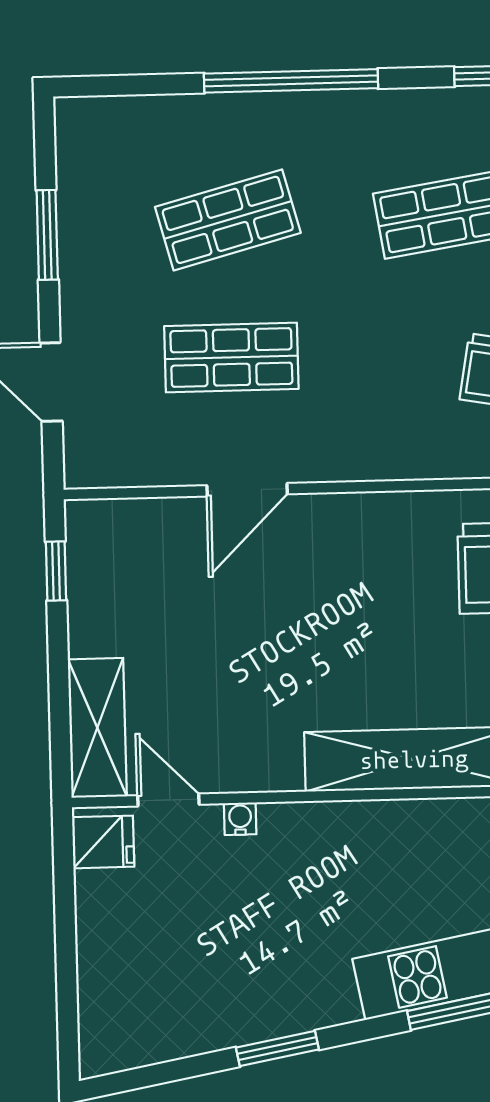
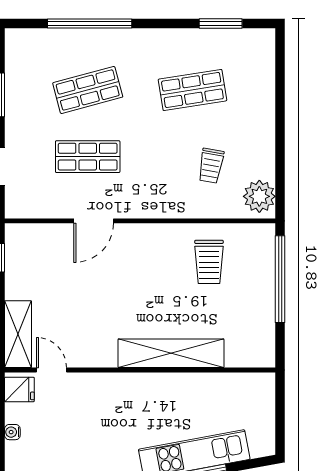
window: (291, 81) -> (90, 23), moved
water cooler: (240, 819) -> (12, 432), moved, turned -90

